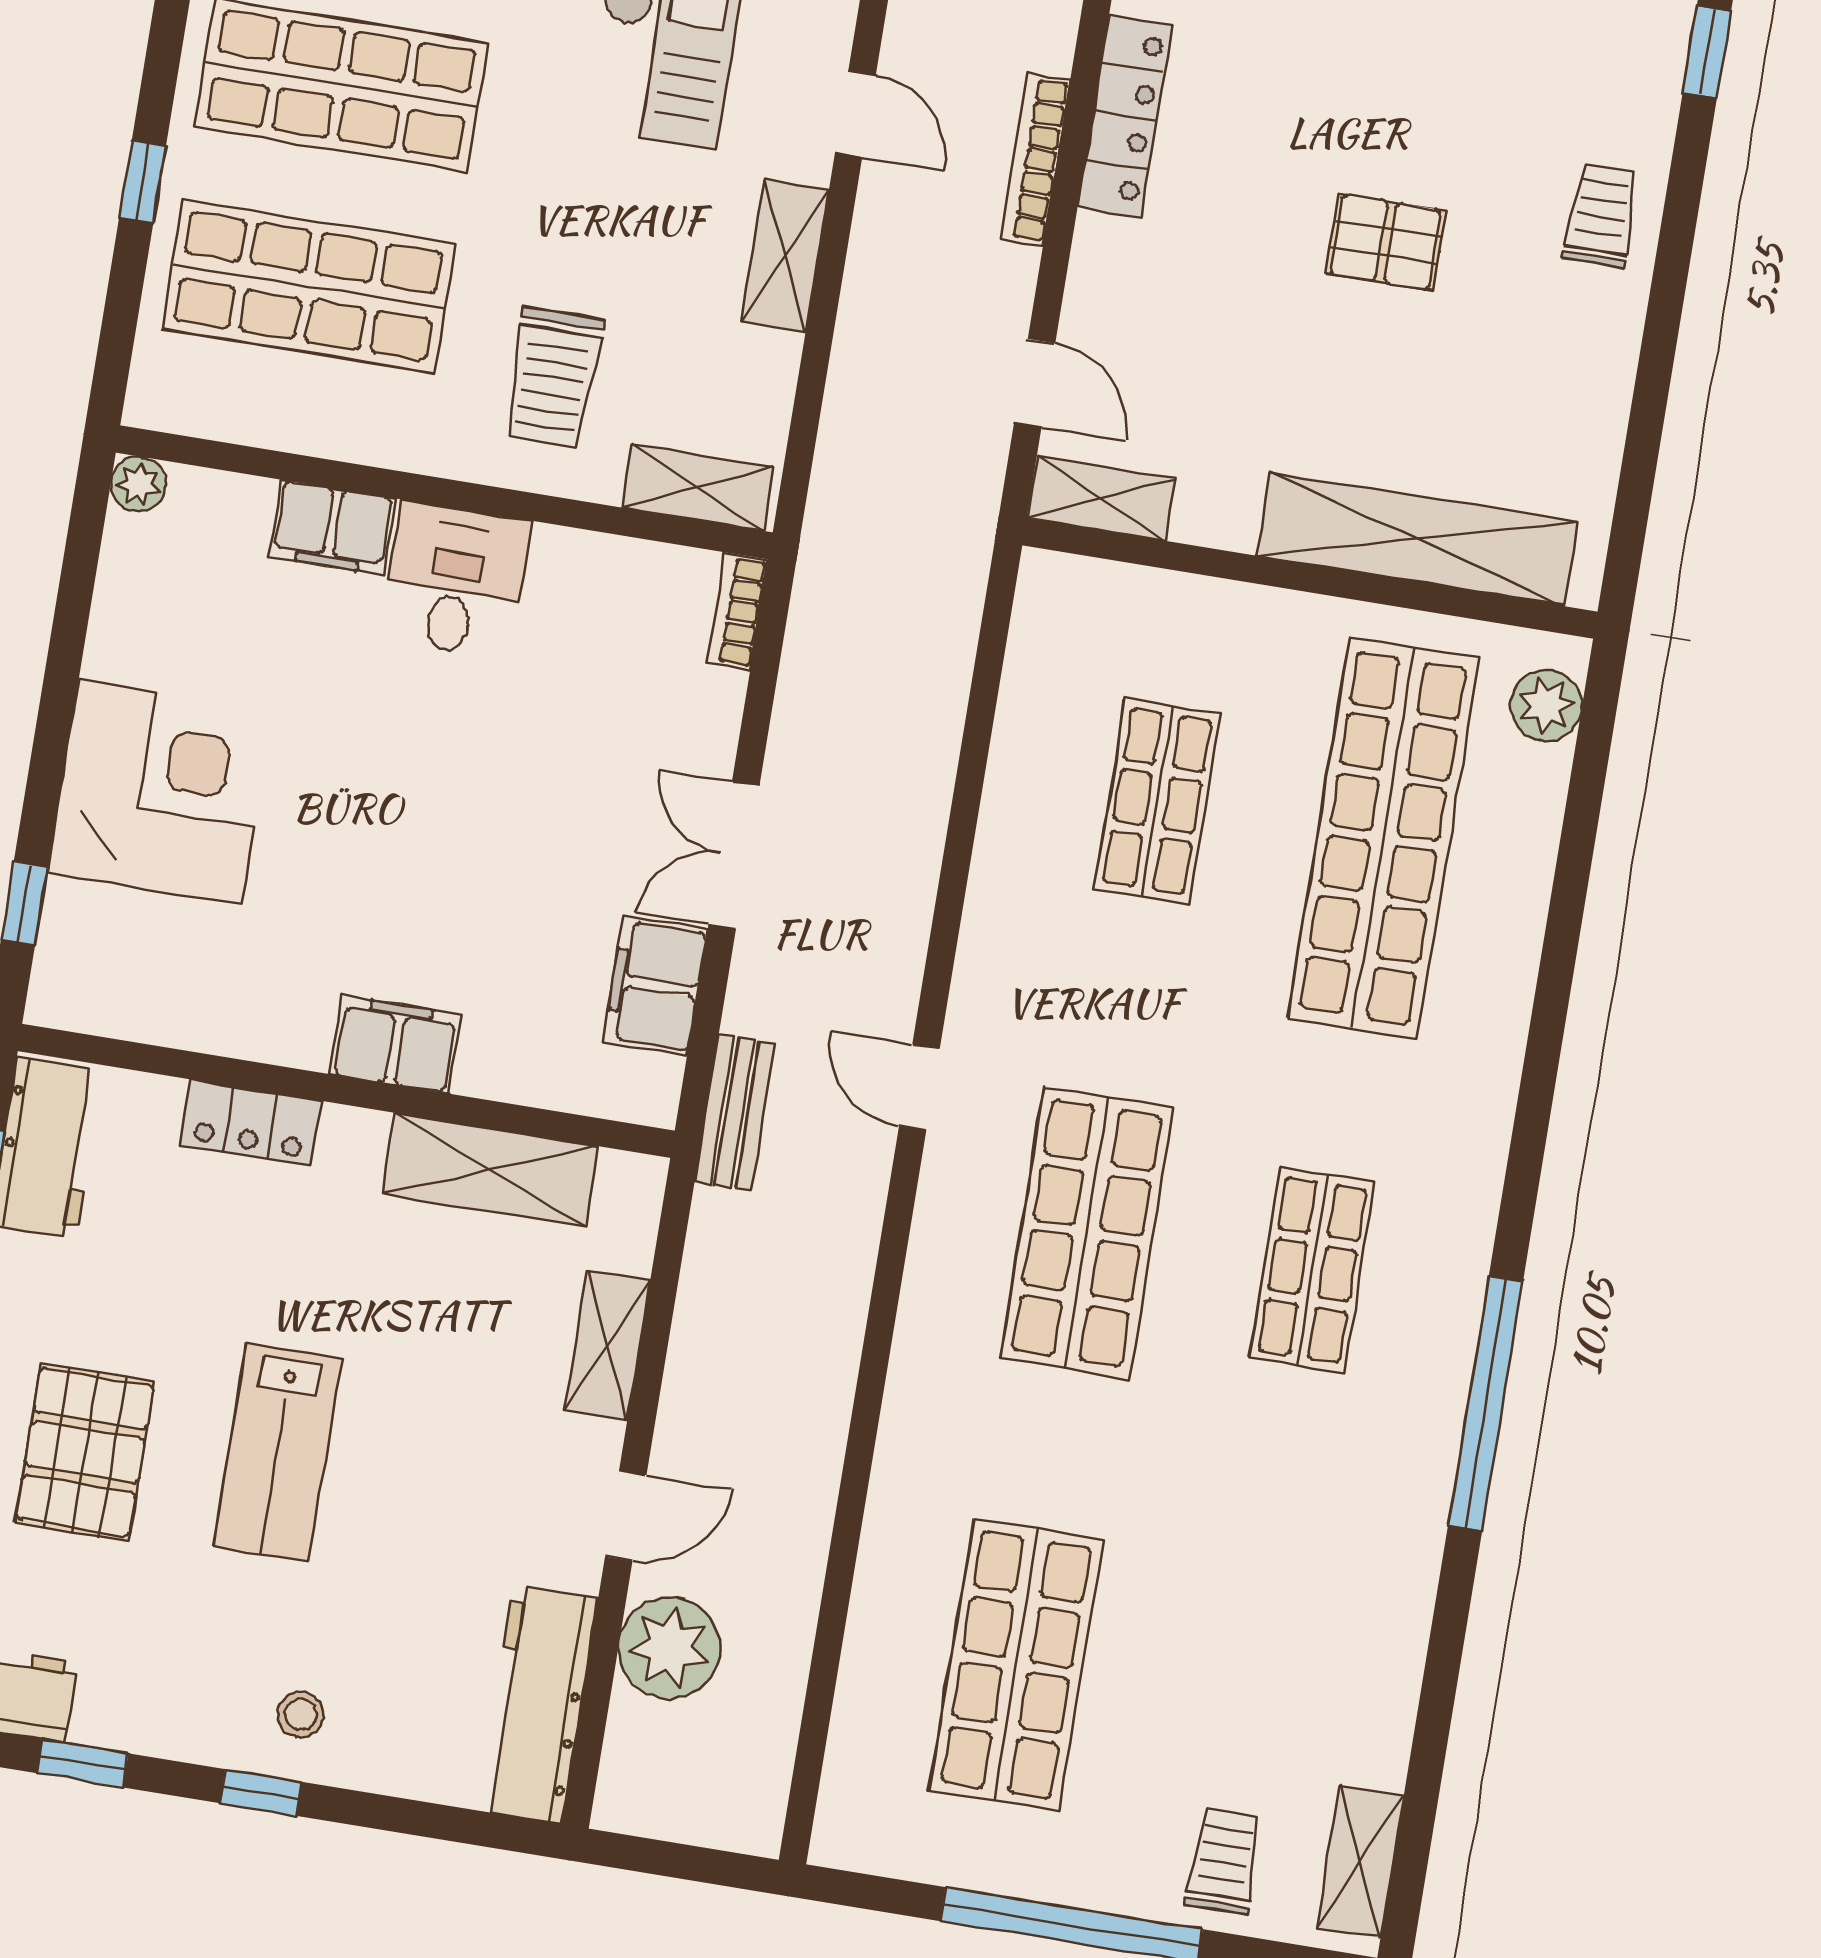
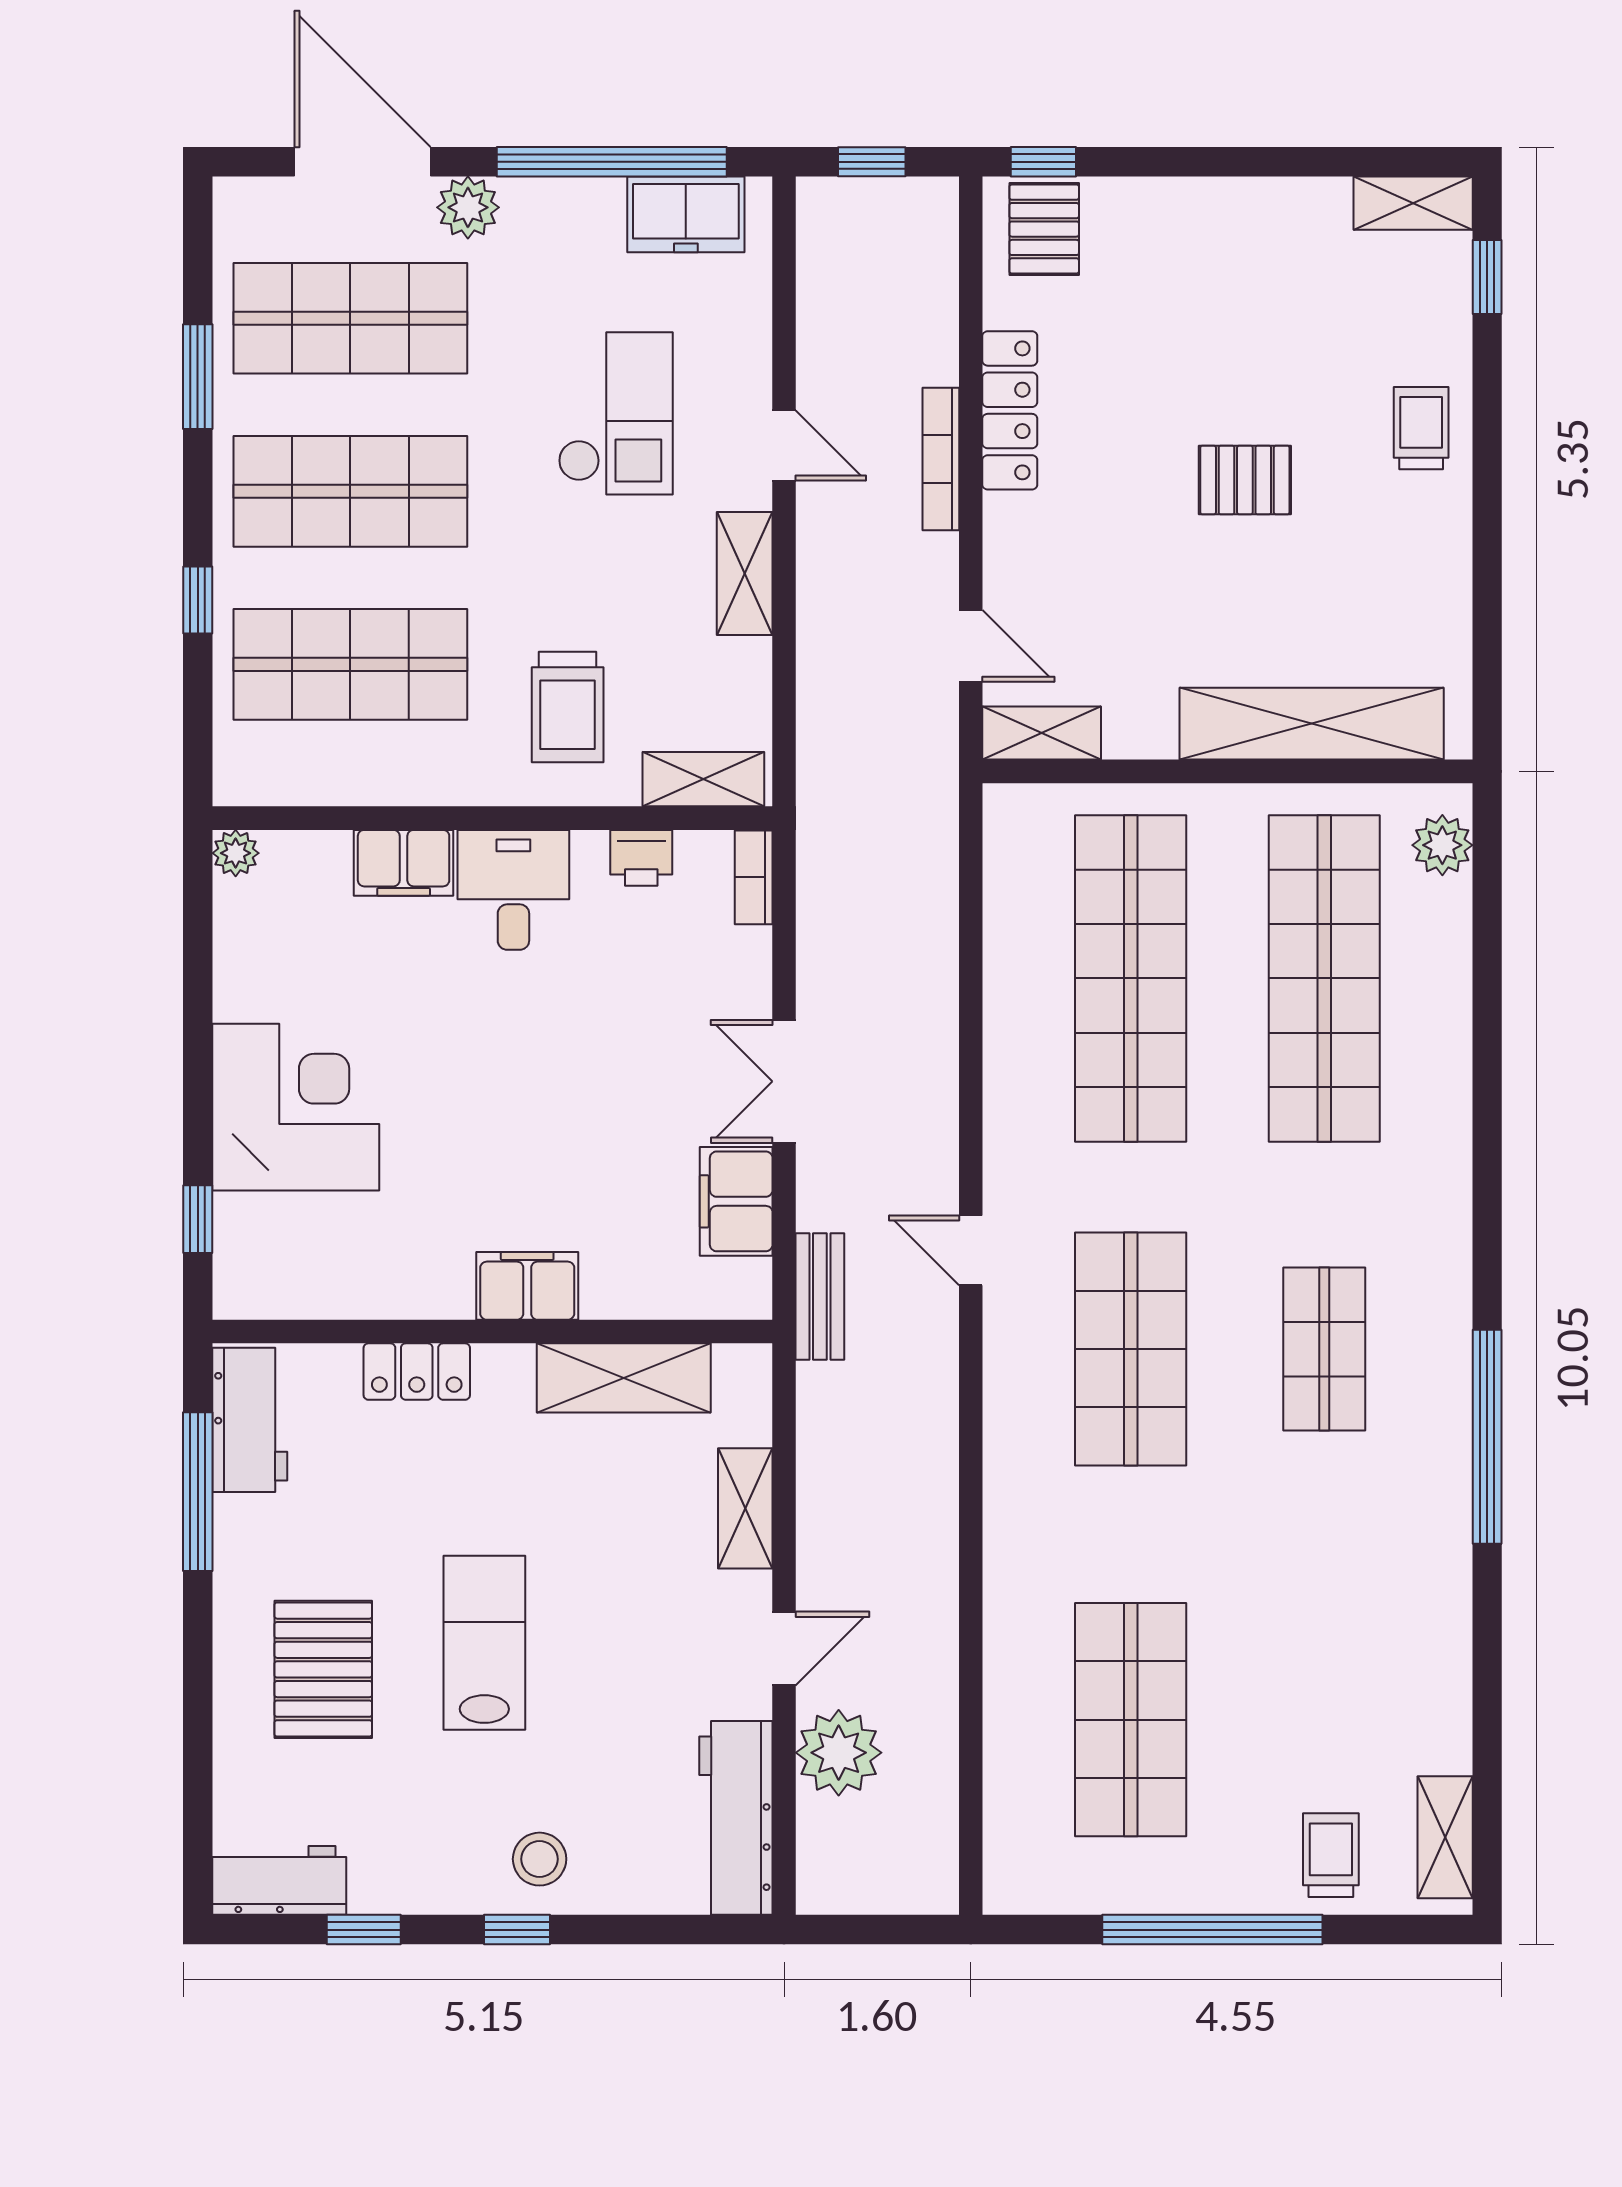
printer: (610, 567) -> (641, 858), added
shop shelf: (1158, 801) -> (1131, 978), width x2.00, depth x1.36
lab bench: (278, 1452) -> (484, 1643), turned 180
stool: (301, 1715) -> (540, 1859), width x1.37, depth x1.37

